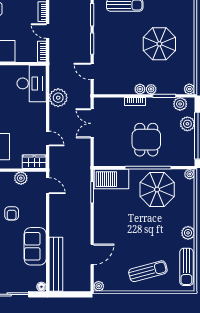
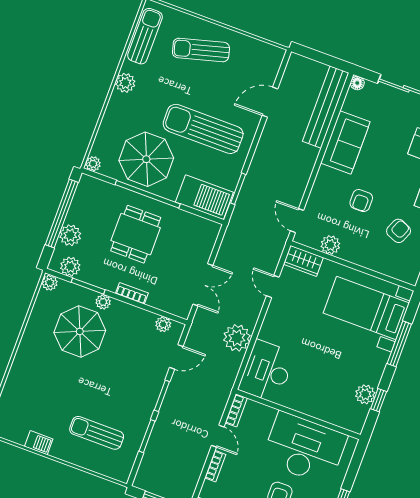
parasol: (159, 44) -> (80, 331), moved
door: (92, 72) -> (176, 357), hinge flipped
plant: (140, 89) -> (163, 324), moved
armchair: (12, 213) -> (361, 201), turned 180
sun lounger: (128, 222) -> (203, 129), added
plant: (99, 286) -> (277, 54), removed

